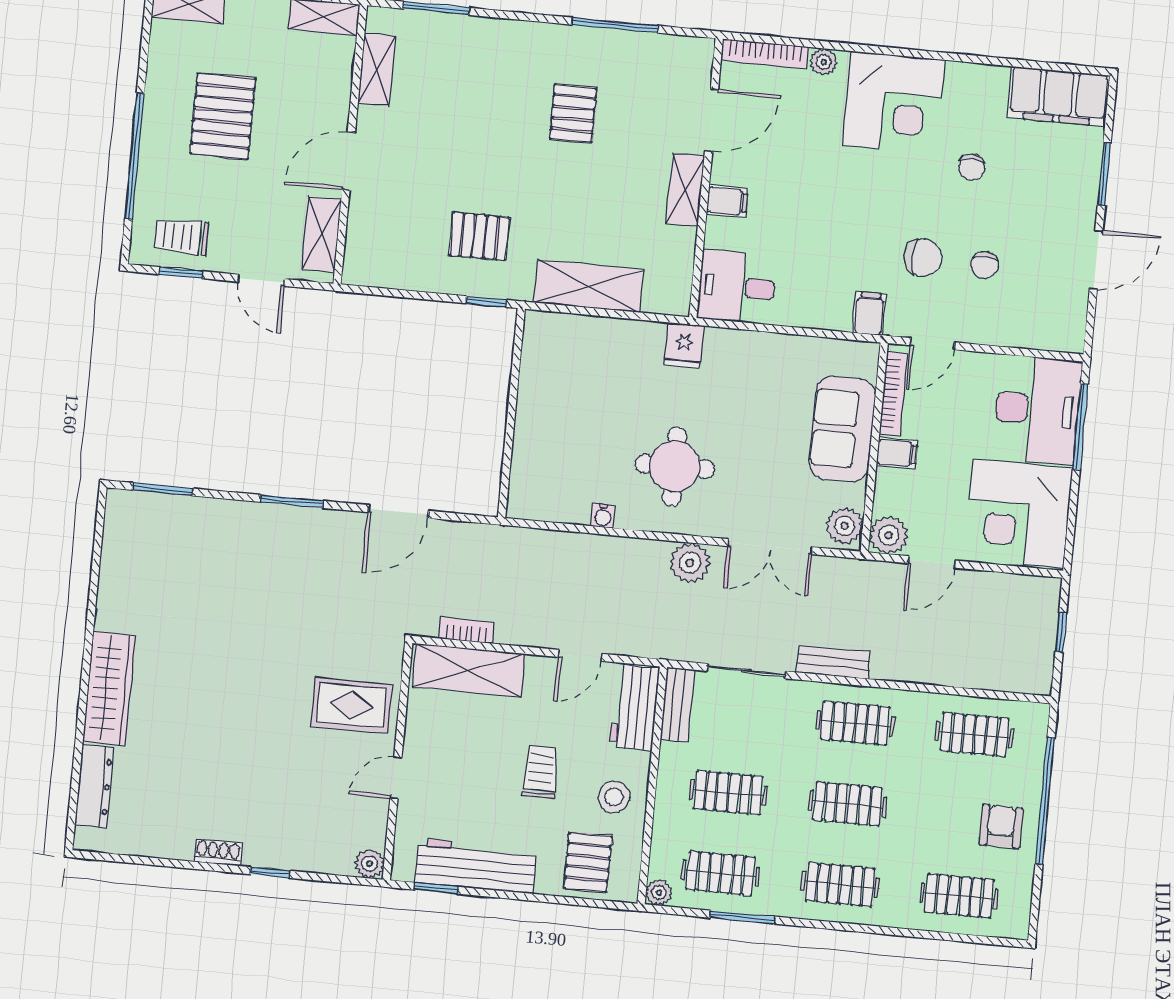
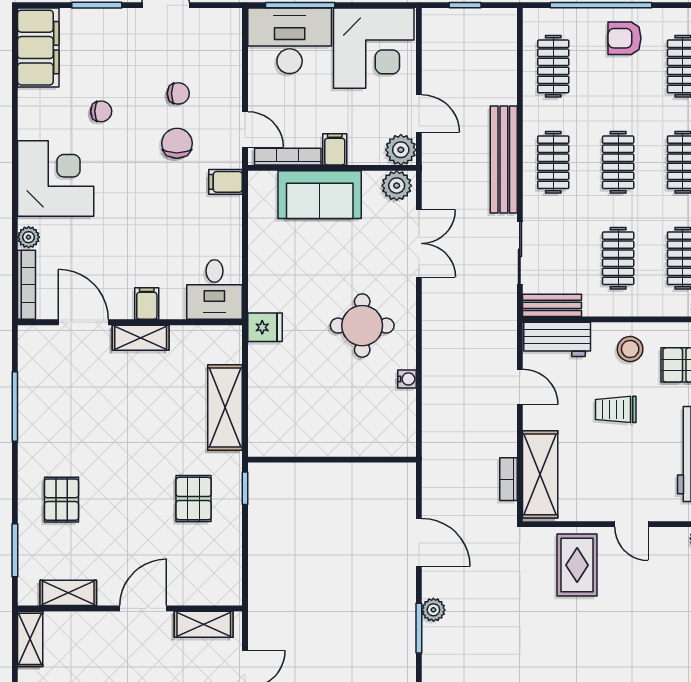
pallet: (573, 113) -> (61, 500), moved, turned 90
door: (349, 161) -> (143, 608), swing flipped
plant: (690, 563) -> (433, 610), moved, width x0.73, depth x0.73
bench: (833, 662) -> (504, 159), width x1.86, depth x1.21

